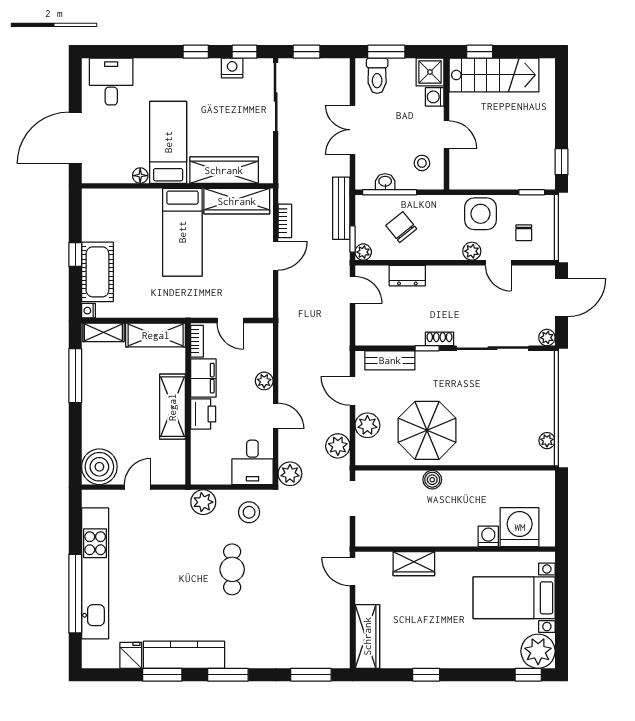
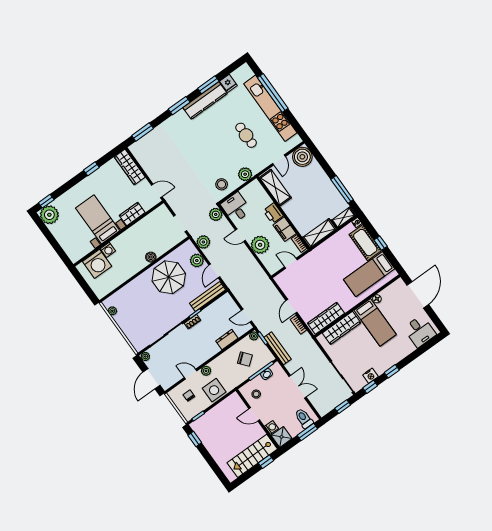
bed: (182, 232) -> (369, 274), moved, turned -90
bench: (390, 360) -> (208, 296), width x1.36
plant: (264, 381) -> (260, 245), width x1.88, depth x1.88
door: (353, 391) -> (214, 271), swing flipped
shelving: (172, 407) -> (275, 188), moved
cafe table: (232, 569) -> (246, 135), moved
bed with nightstands: (514, 598) -> (98, 219), moved, turned -90

